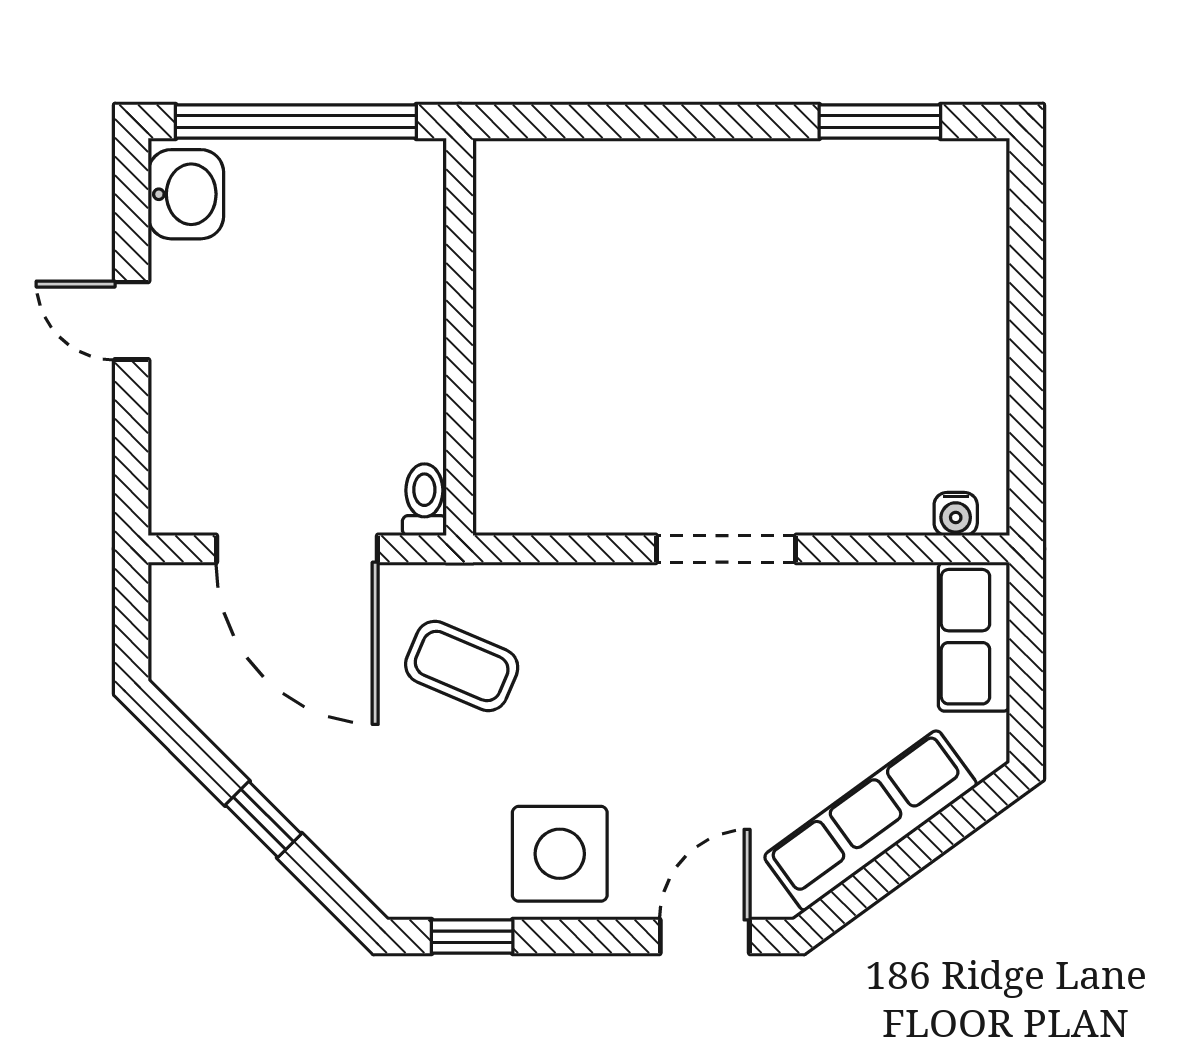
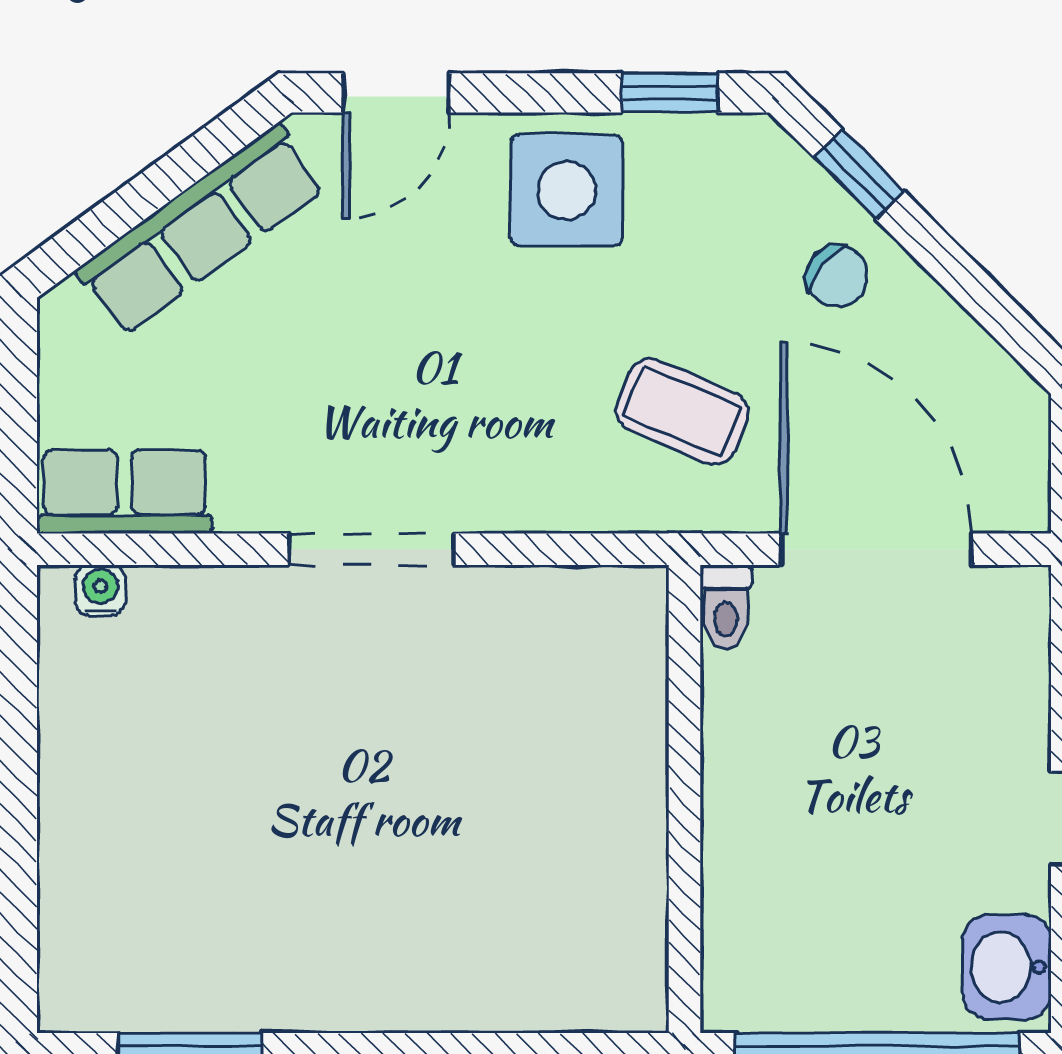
row of seats: (974, 637) -> (125, 492), moved, turned -90
chair: (330, 781) -> (837, 276), added
window: (263, 819) -> (859, 174), moved

